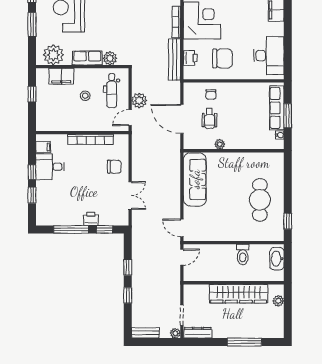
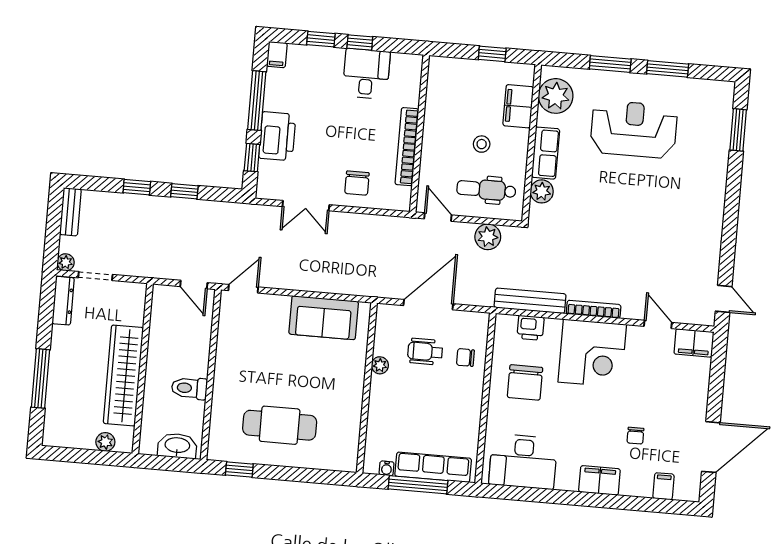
plant: (139, 101) -> (488, 237), moved
window: (288, 116) -> (418, 485), width x1.44
filing cabinet: (43, 147) -> (277, 55), moved
sofa: (195, 179) -> (324, 318), width x0.73
printer: (91, 219) -> (277, 136), width x1.87, depth x1.48

